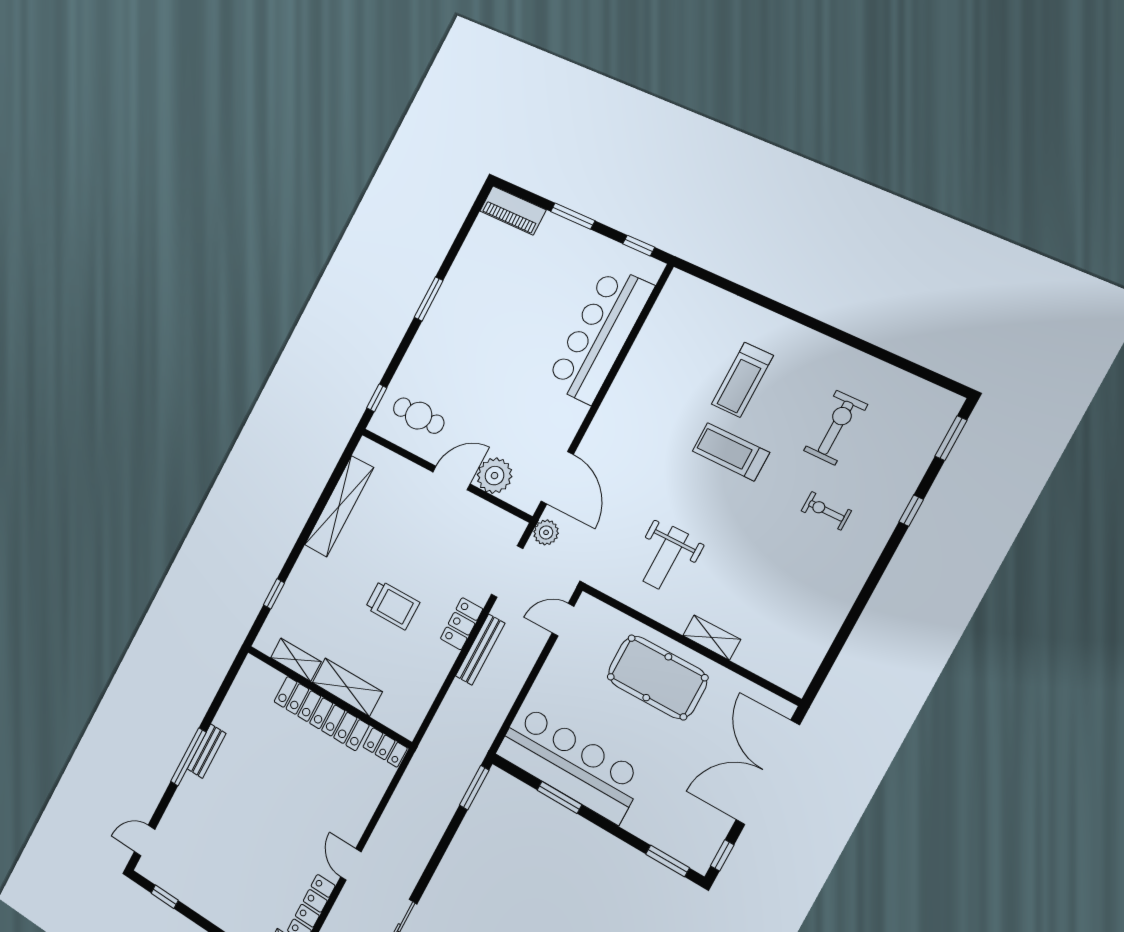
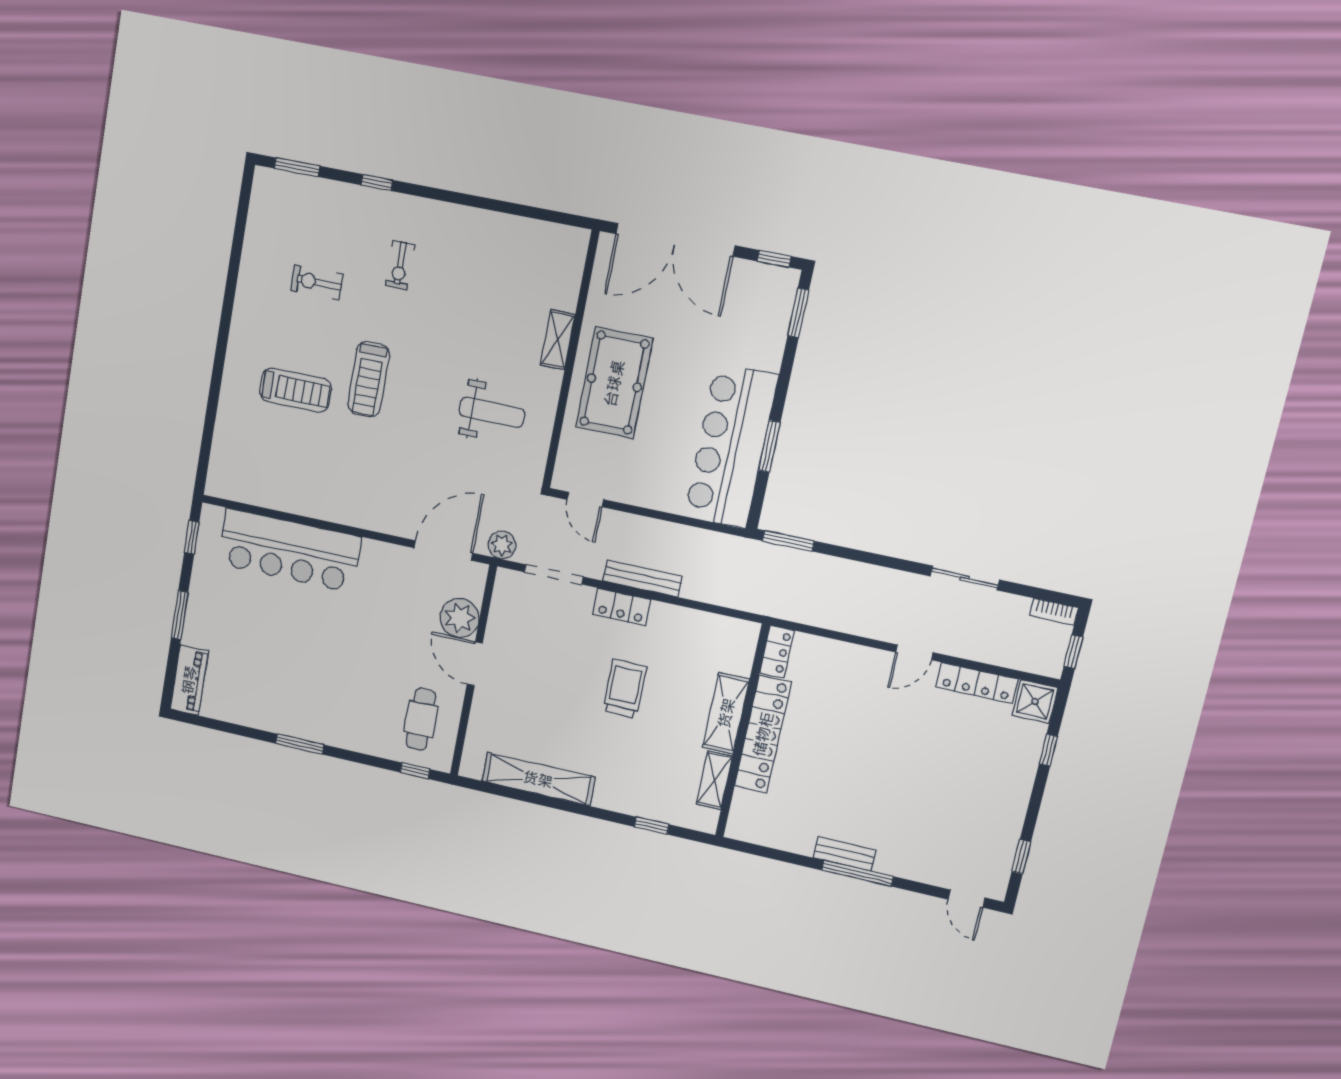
exercise bike: (836, 428) -> (317, 282), width x0.73, depth x0.72

